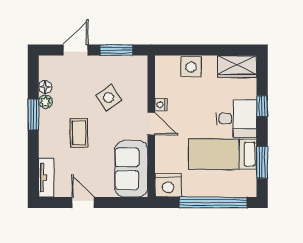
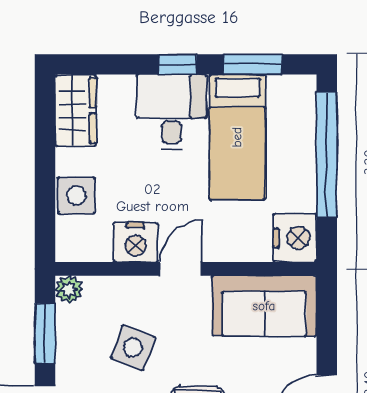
plant: (140, 63) -> (69, 289), added
side table: (109, 98) -> (133, 348), turned -36
nightstand: (161, 105) -> (135, 242), width x1.89, depth x1.79
window: (262, 106) -> (177, 64), moved

